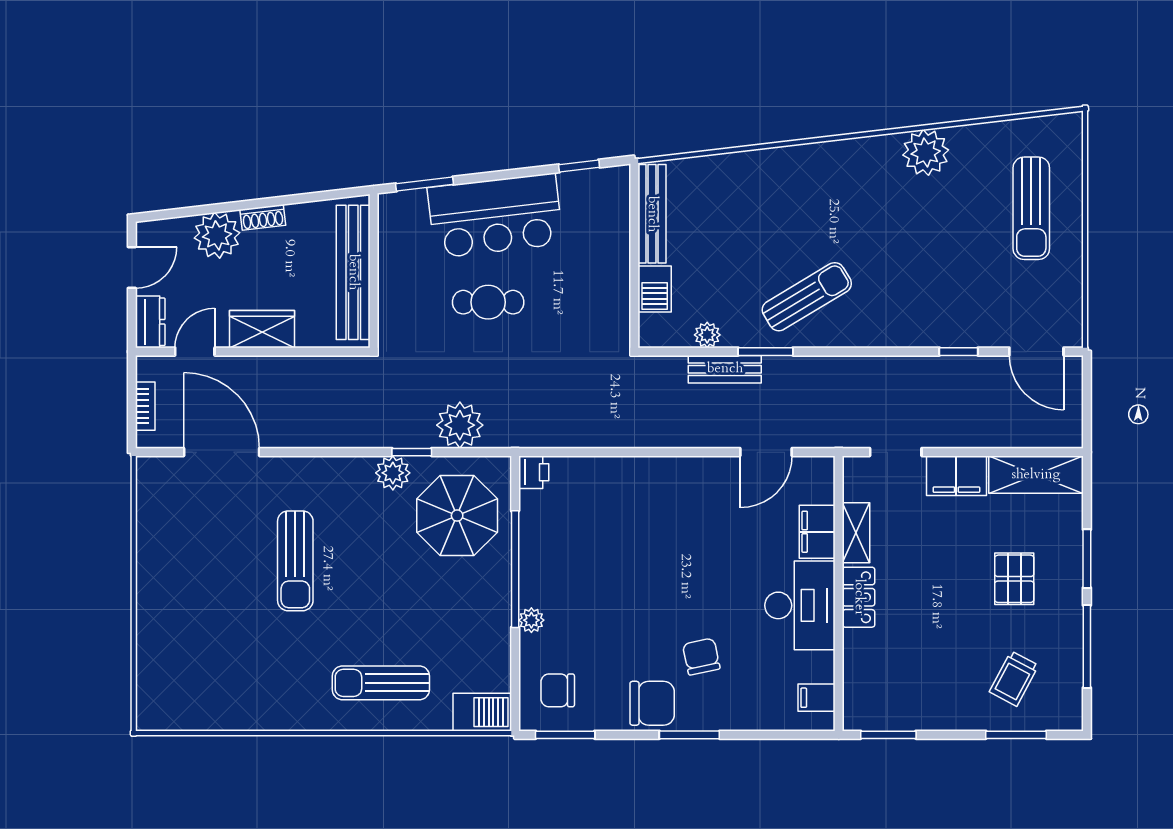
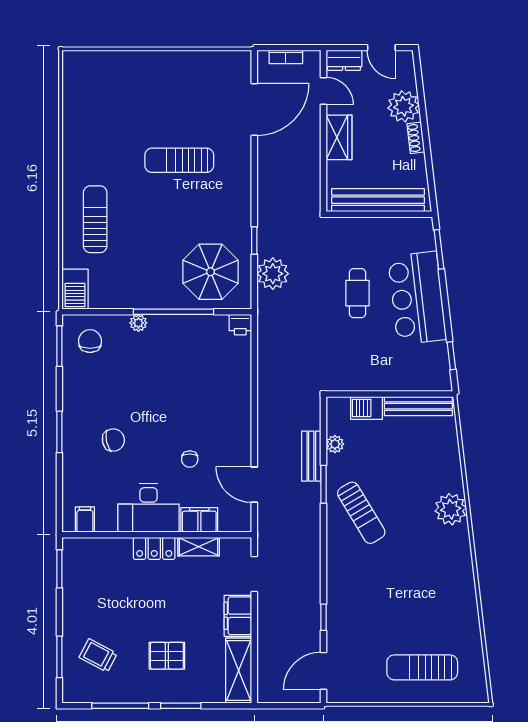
plant: (926, 152) -> (451, 509), moved
plant: (393, 473) -> (240, 227), removed
chair: (652, 703) -> (190, 459), moved, width x0.54, depth x0.54

